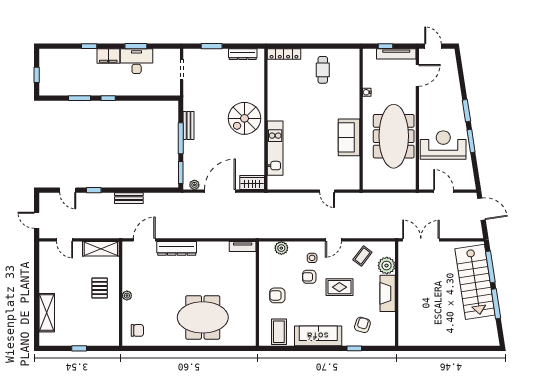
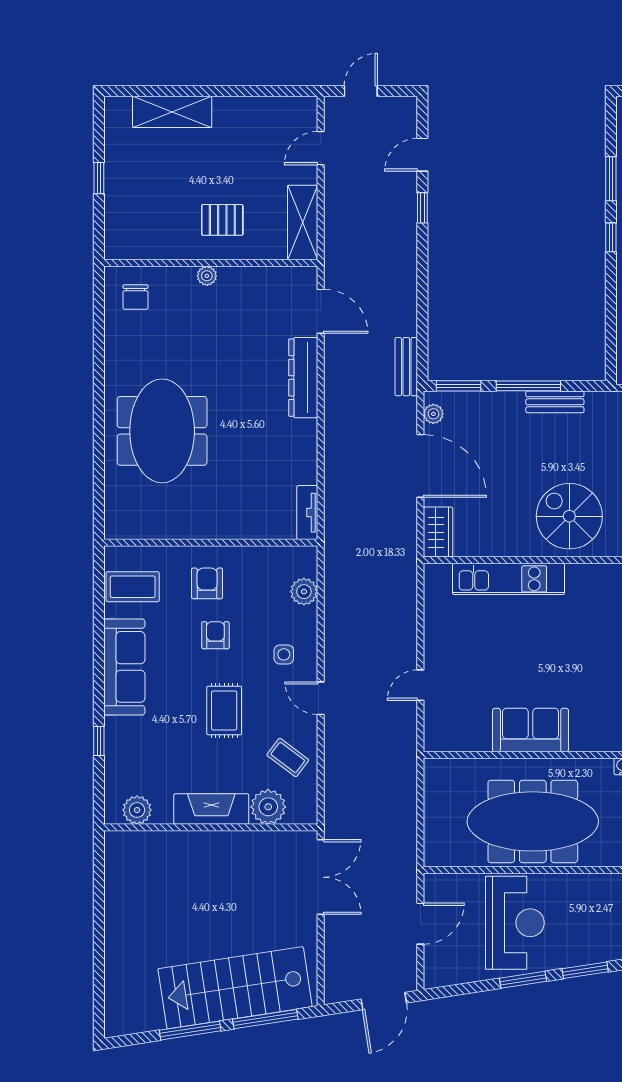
bench: (129, 198) -> (406, 367), moved
armchair: (309, 277) -> (215, 635), moved
armchair: (362, 325) -> (147, 758), removed
plant: (388, 330) -> (137, 810), added

